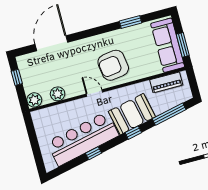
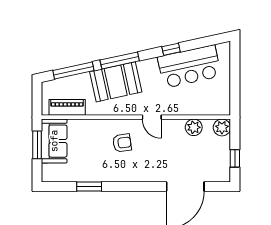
sofa: (168, 45) -> (54, 141), width x0.73
armchair: (113, 65) -> (122, 143), width x0.53, depth x0.53
window: (133, 133) -> (120, 60), width x2.17
bar counter: (83, 139) -> (189, 67), width x0.73

